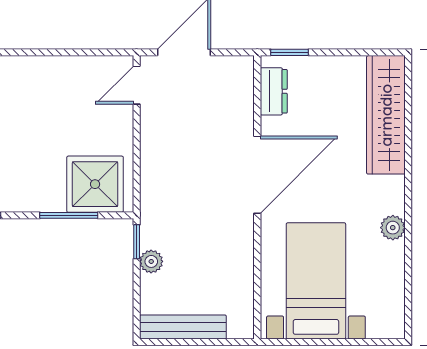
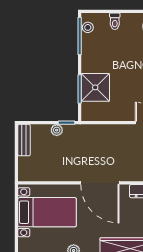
shower: (95, 184) -> (95, 87), moved
bench: (183, 327) -> (24, 140), width x0.73

